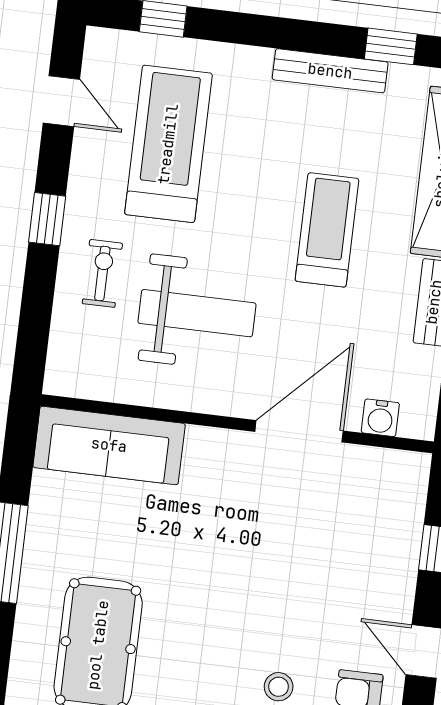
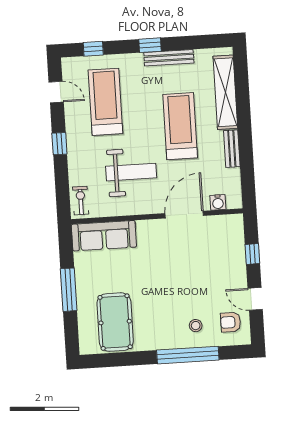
window: (391, 46) -> (150, 45), moved
treadmill: (327, 230) -> (180, 126), width x1.37, depth x1.38
exercise bike: (102, 273) -> (81, 201), moved

